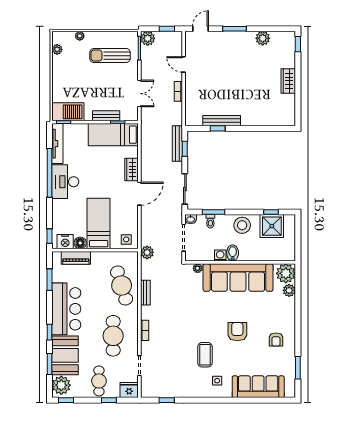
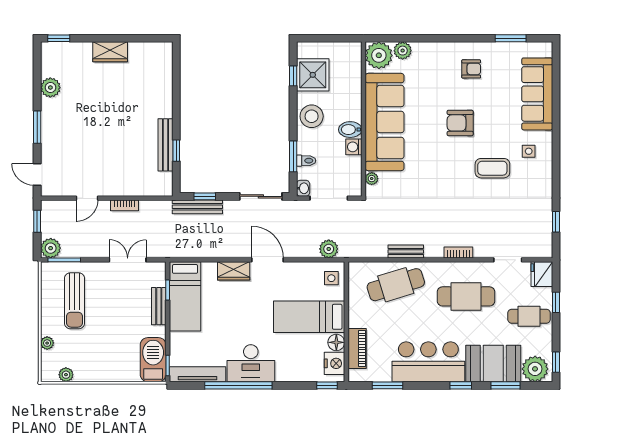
plant: (147, 252) -> (329, 249), moved

